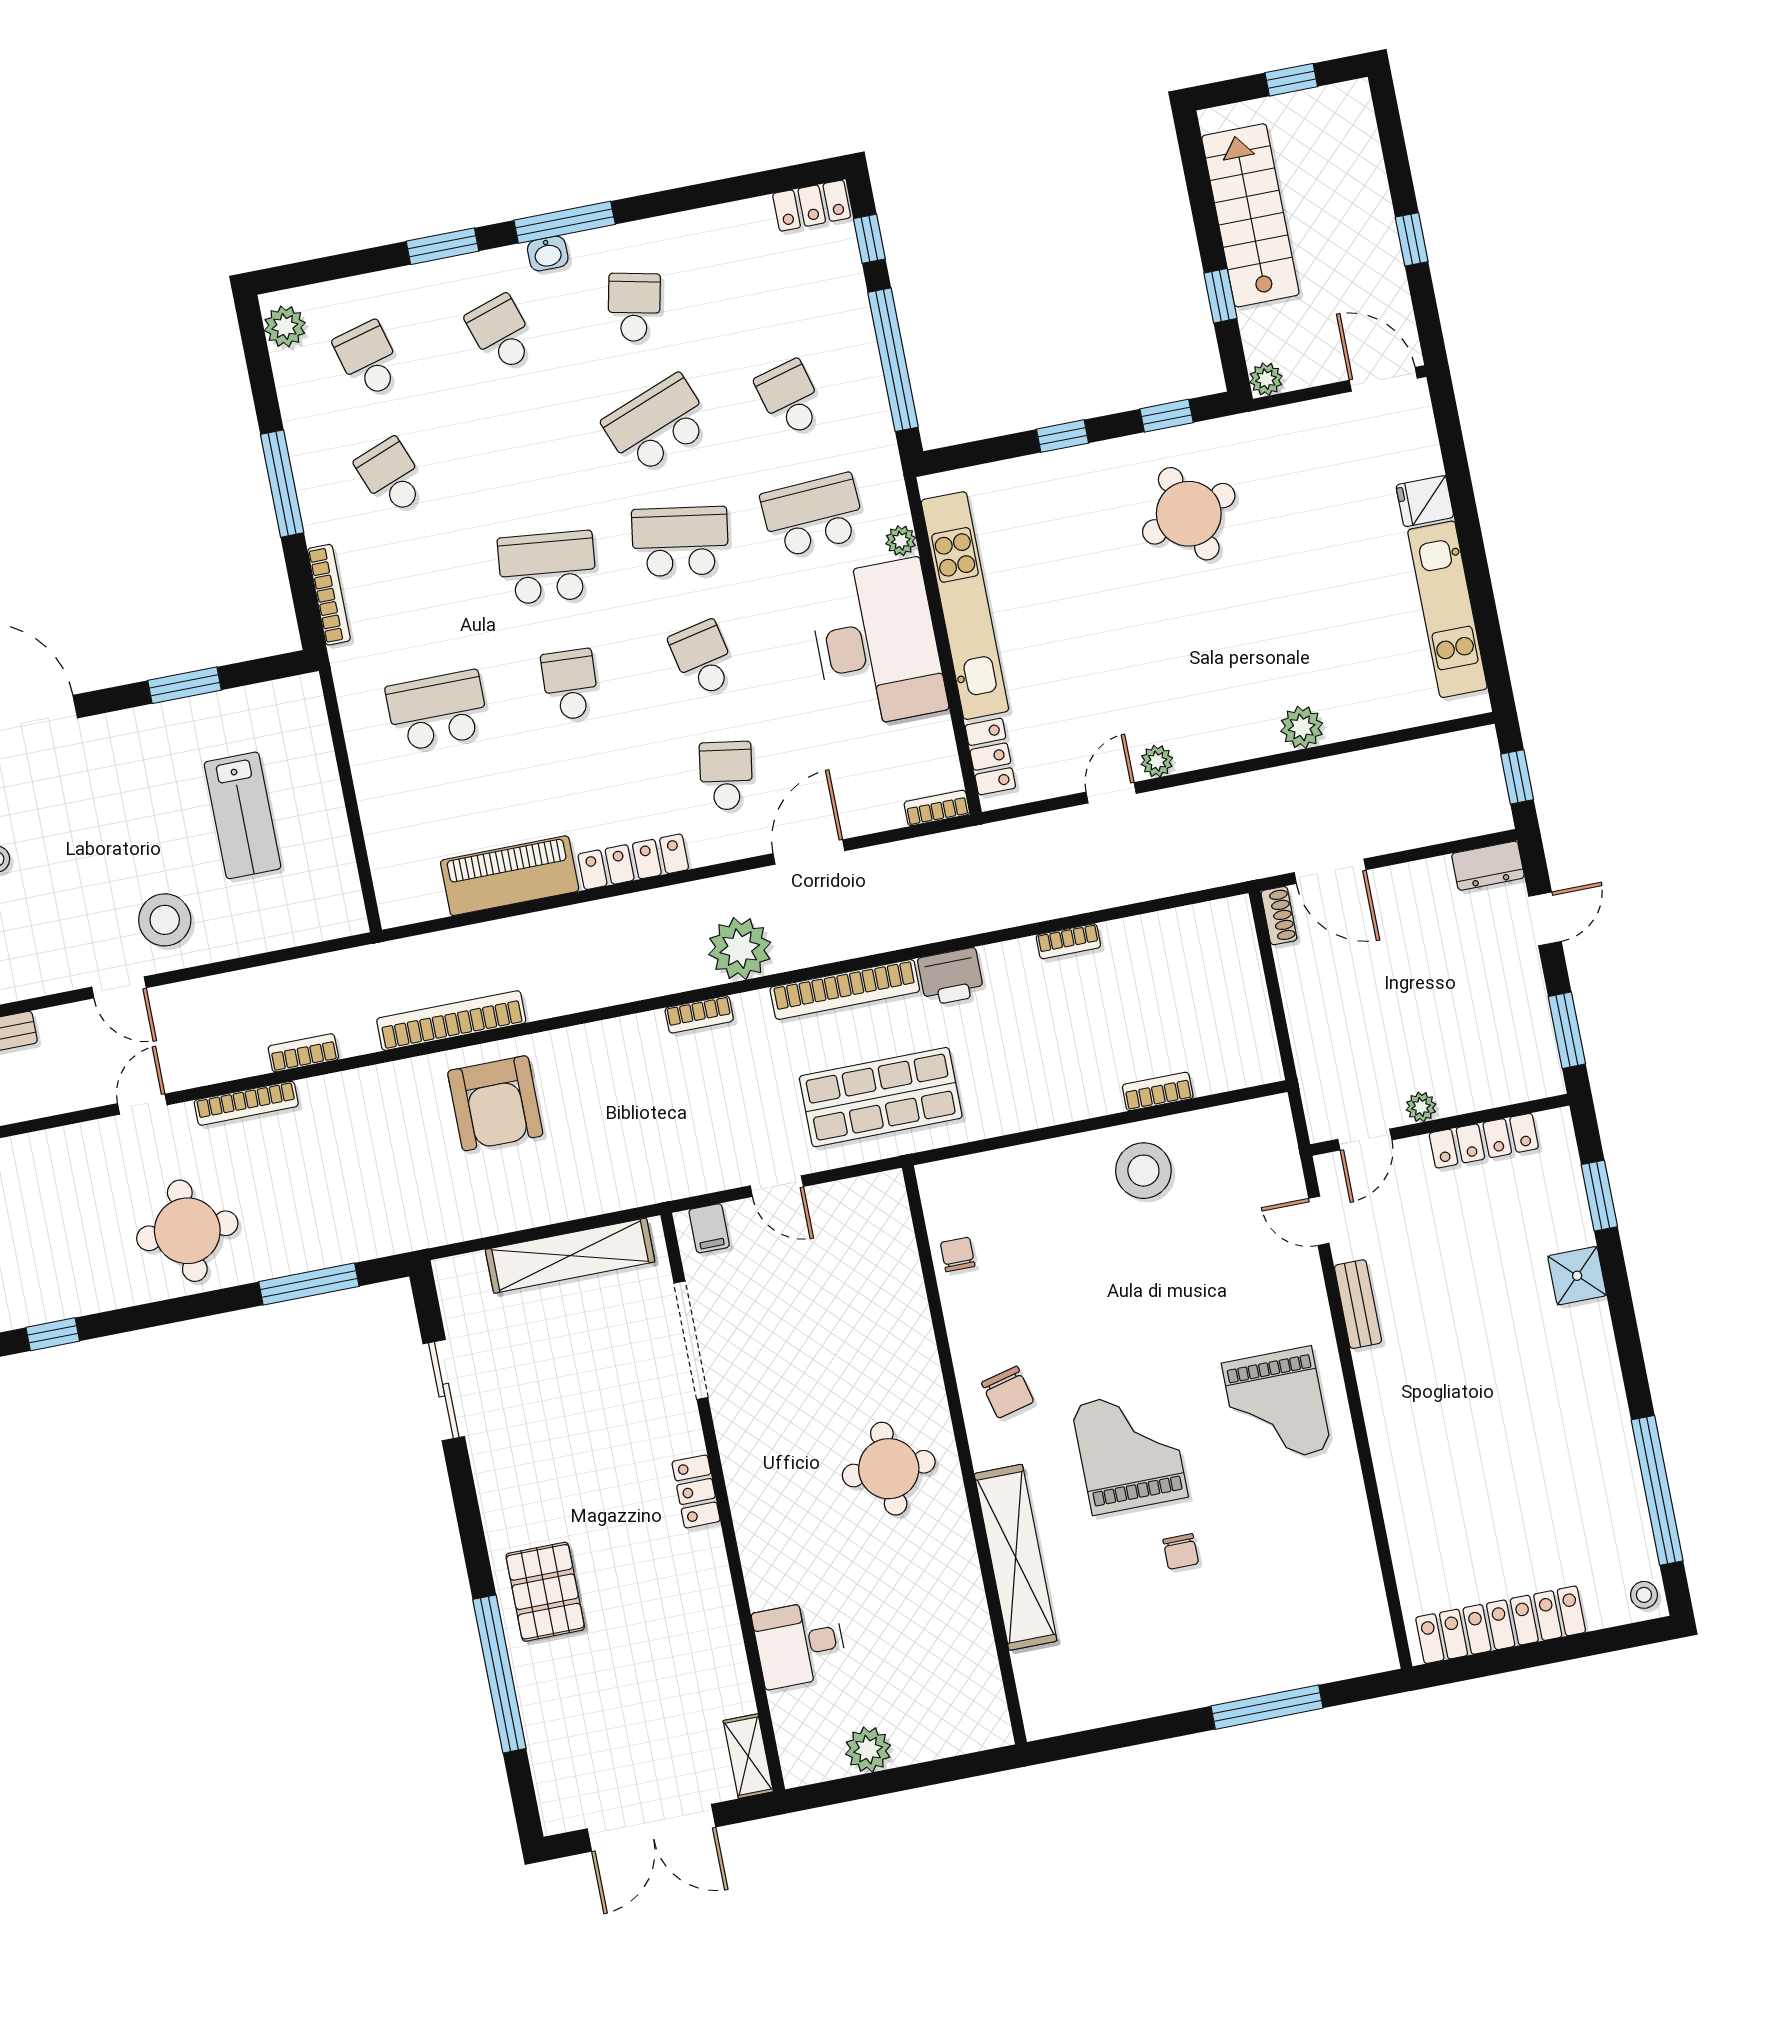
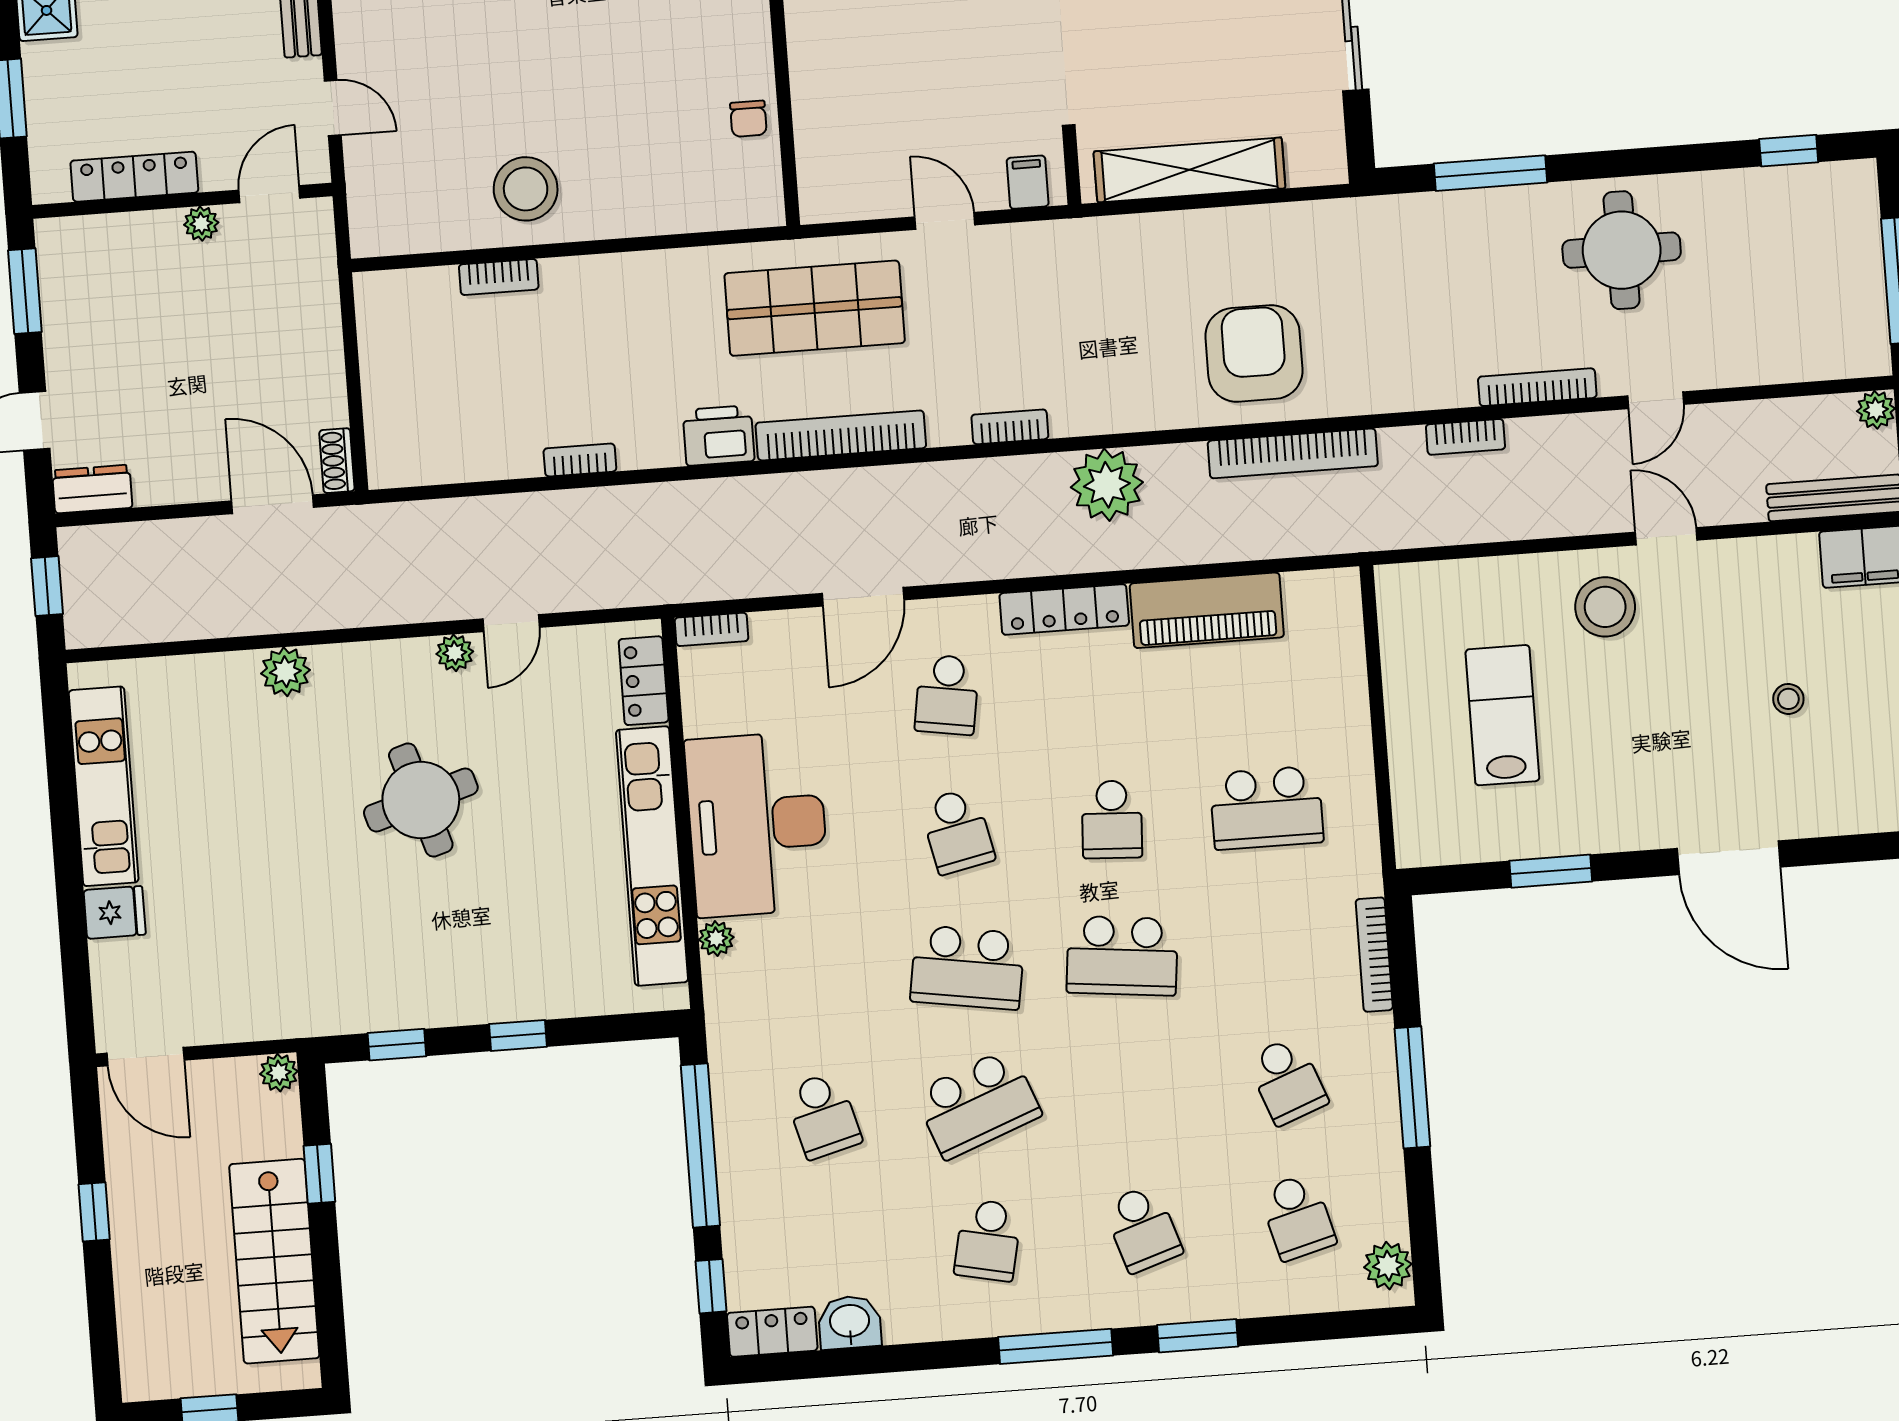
washbasin: (548, 254) -> (850, 1322), moved, width x1.38, depth x1.45
round table: (1189, 514) -> (421, 800), moved
school desk: (813, 515) -> (813, 979), removed
plant: (740, 949) -> (1107, 485), moved

